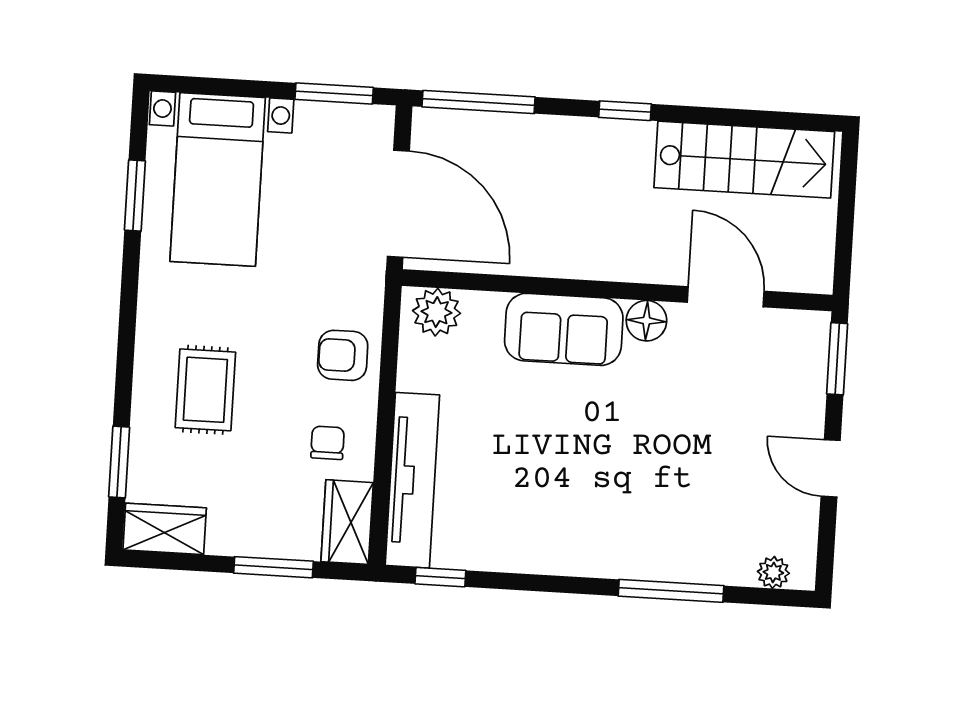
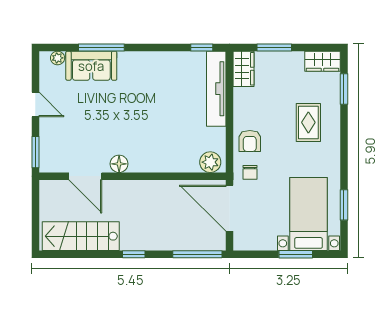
window: (334, 93) -> (296, 254), moved
sofa: (564, 329) -> (91, 66), moved, turned 180
armchair: (343, 355) -> (250, 141), turned 90
chair: (328, 443) -> (250, 172), moved

